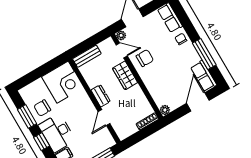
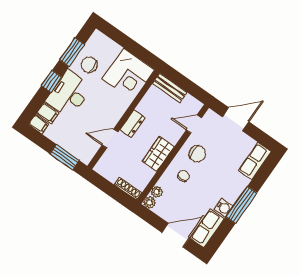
plant: (121, 35) -> (157, 192), moved
chair: (181, 39) -> (183, 176), moved
door: (122, 50) -> (194, 124), swing flipped
window: (204, 54) -> (241, 205), moved
water cooler: (194, 57) -> (224, 208), added
wardrobe: (125, 75) -> (158, 154), moved

